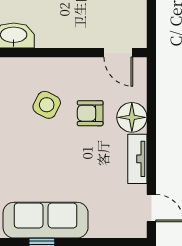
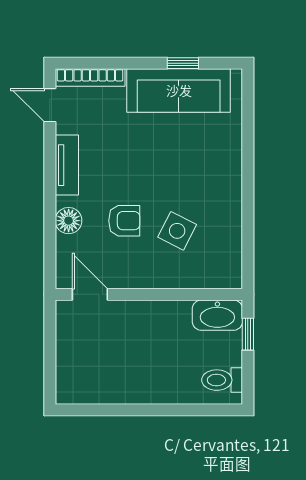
floor lamp: (132, 117) -> (69, 221), width x0.73, depth x0.73
bookcase: (118, 231) -> (90, 77), added

